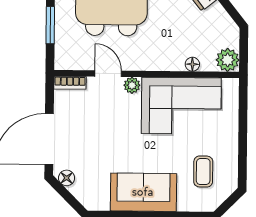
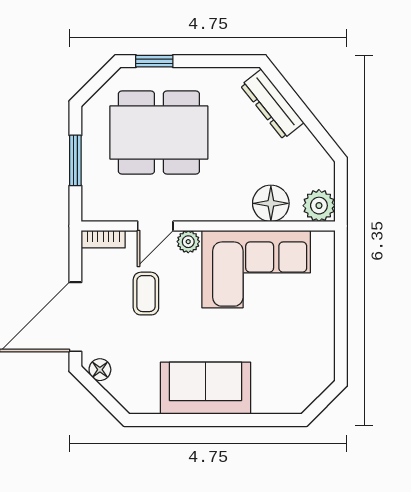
floor lamp: (192, 64) -> (271, 203), width x1.89, depth x1.89
door: (108, 74) -> (155, 226), swing flipped
coffee table: (203, 172) -> (146, 294), moved

